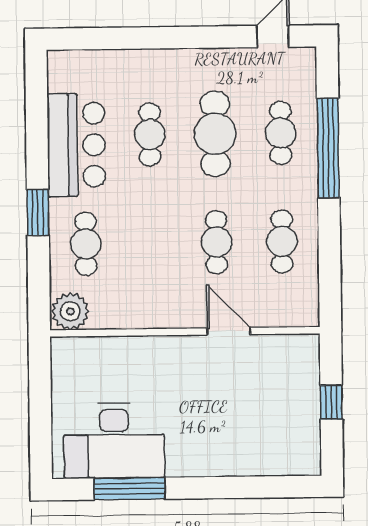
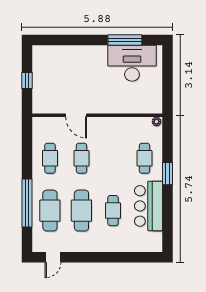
cafe table: (281, 133) -> (50, 211), width x1.37, depth x1.35
plant: (70, 311) -> (157, 122), width x0.53, depth x0.53

